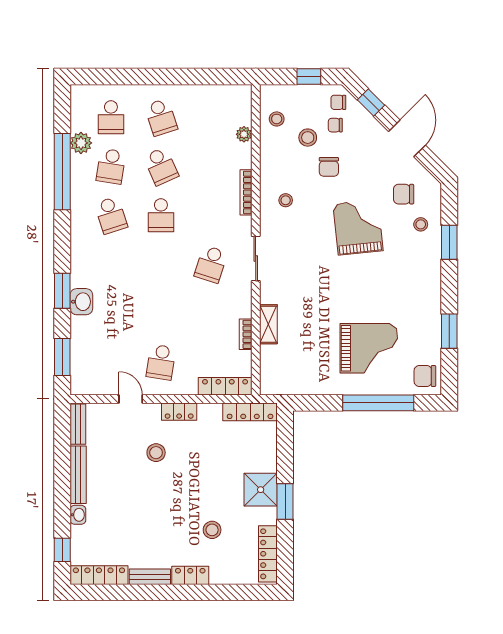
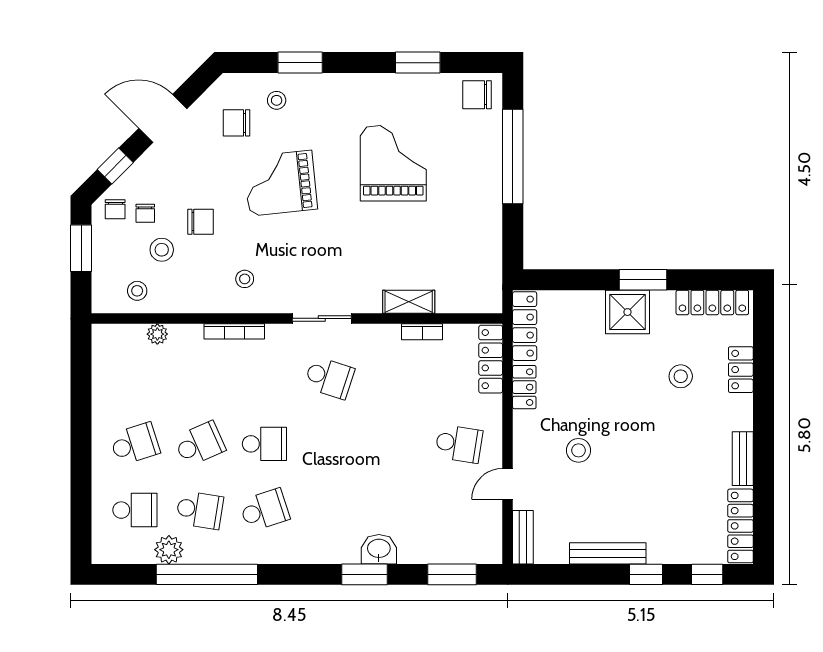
window: (309, 77) -> (81, 248), width x1.50
chair: (404, 194) -> (237, 123), turned 90
grand piano: (369, 348) -> (393, 163), moved
chair: (425, 376) -> (477, 95), turned 90
locker: (179, 412) -> (524, 387), moved
bench: (78, 424) -> (523, 537), moved, turned 90
window: (62, 504) -> (646, 574), added
washbasin: (78, 515) -> (661, 554), removed
locker: (190, 575) -> (741, 370), moved

